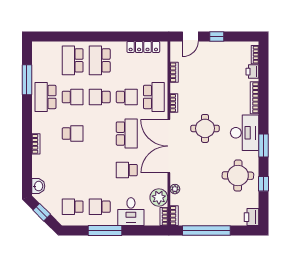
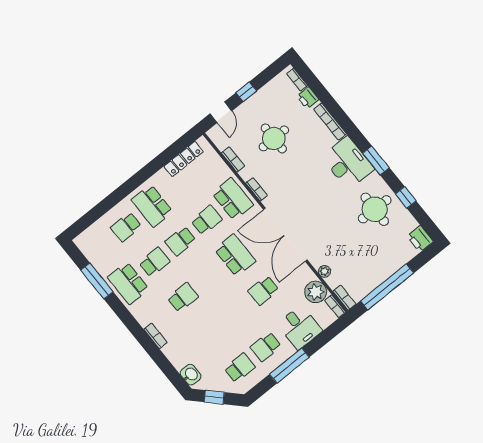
school desk: (73, 60) -> (126, 227), width x0.54
round table: (205, 128) -> (274, 138), moved
school desk: (73, 207) -> (240, 368), turned 180

